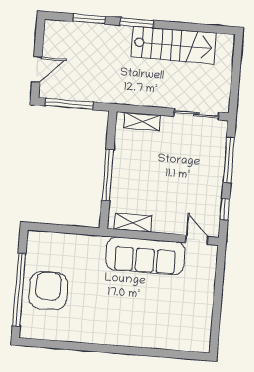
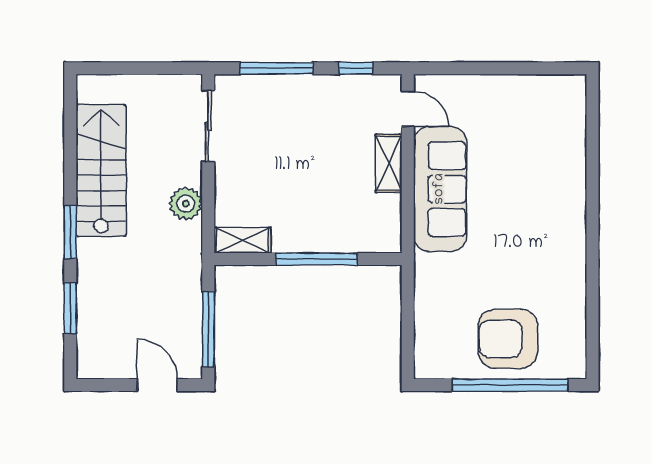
plant: (149, 96) -> (186, 204), added
shelving: (142, 122) -> (242, 240), moved, turned 90
shelving: (133, 223) -> (389, 163), moved
door: (197, 240) -> (408, 109), swing flipped

